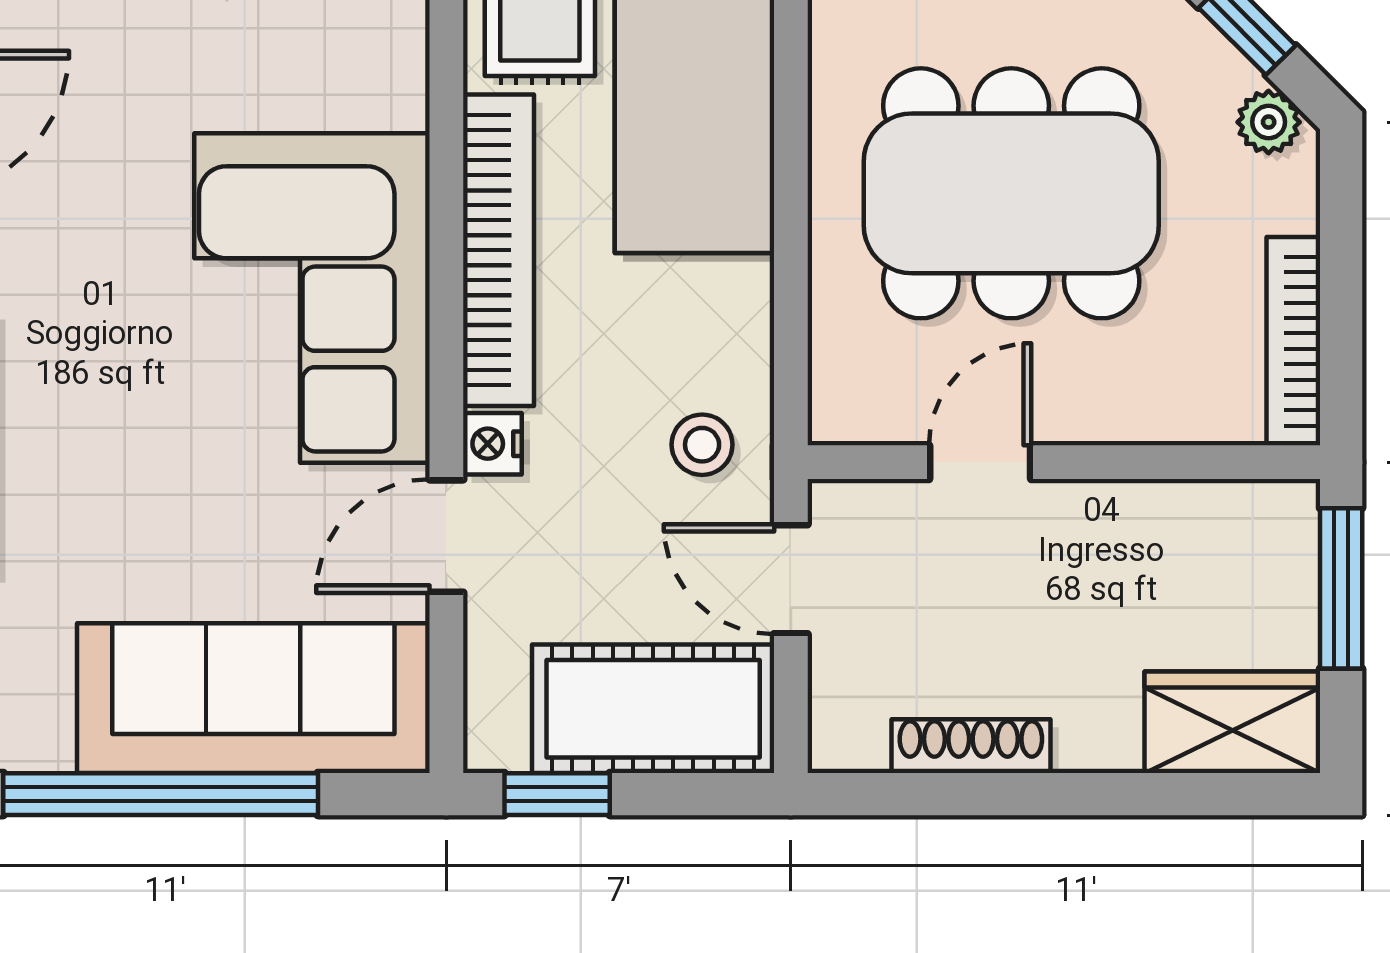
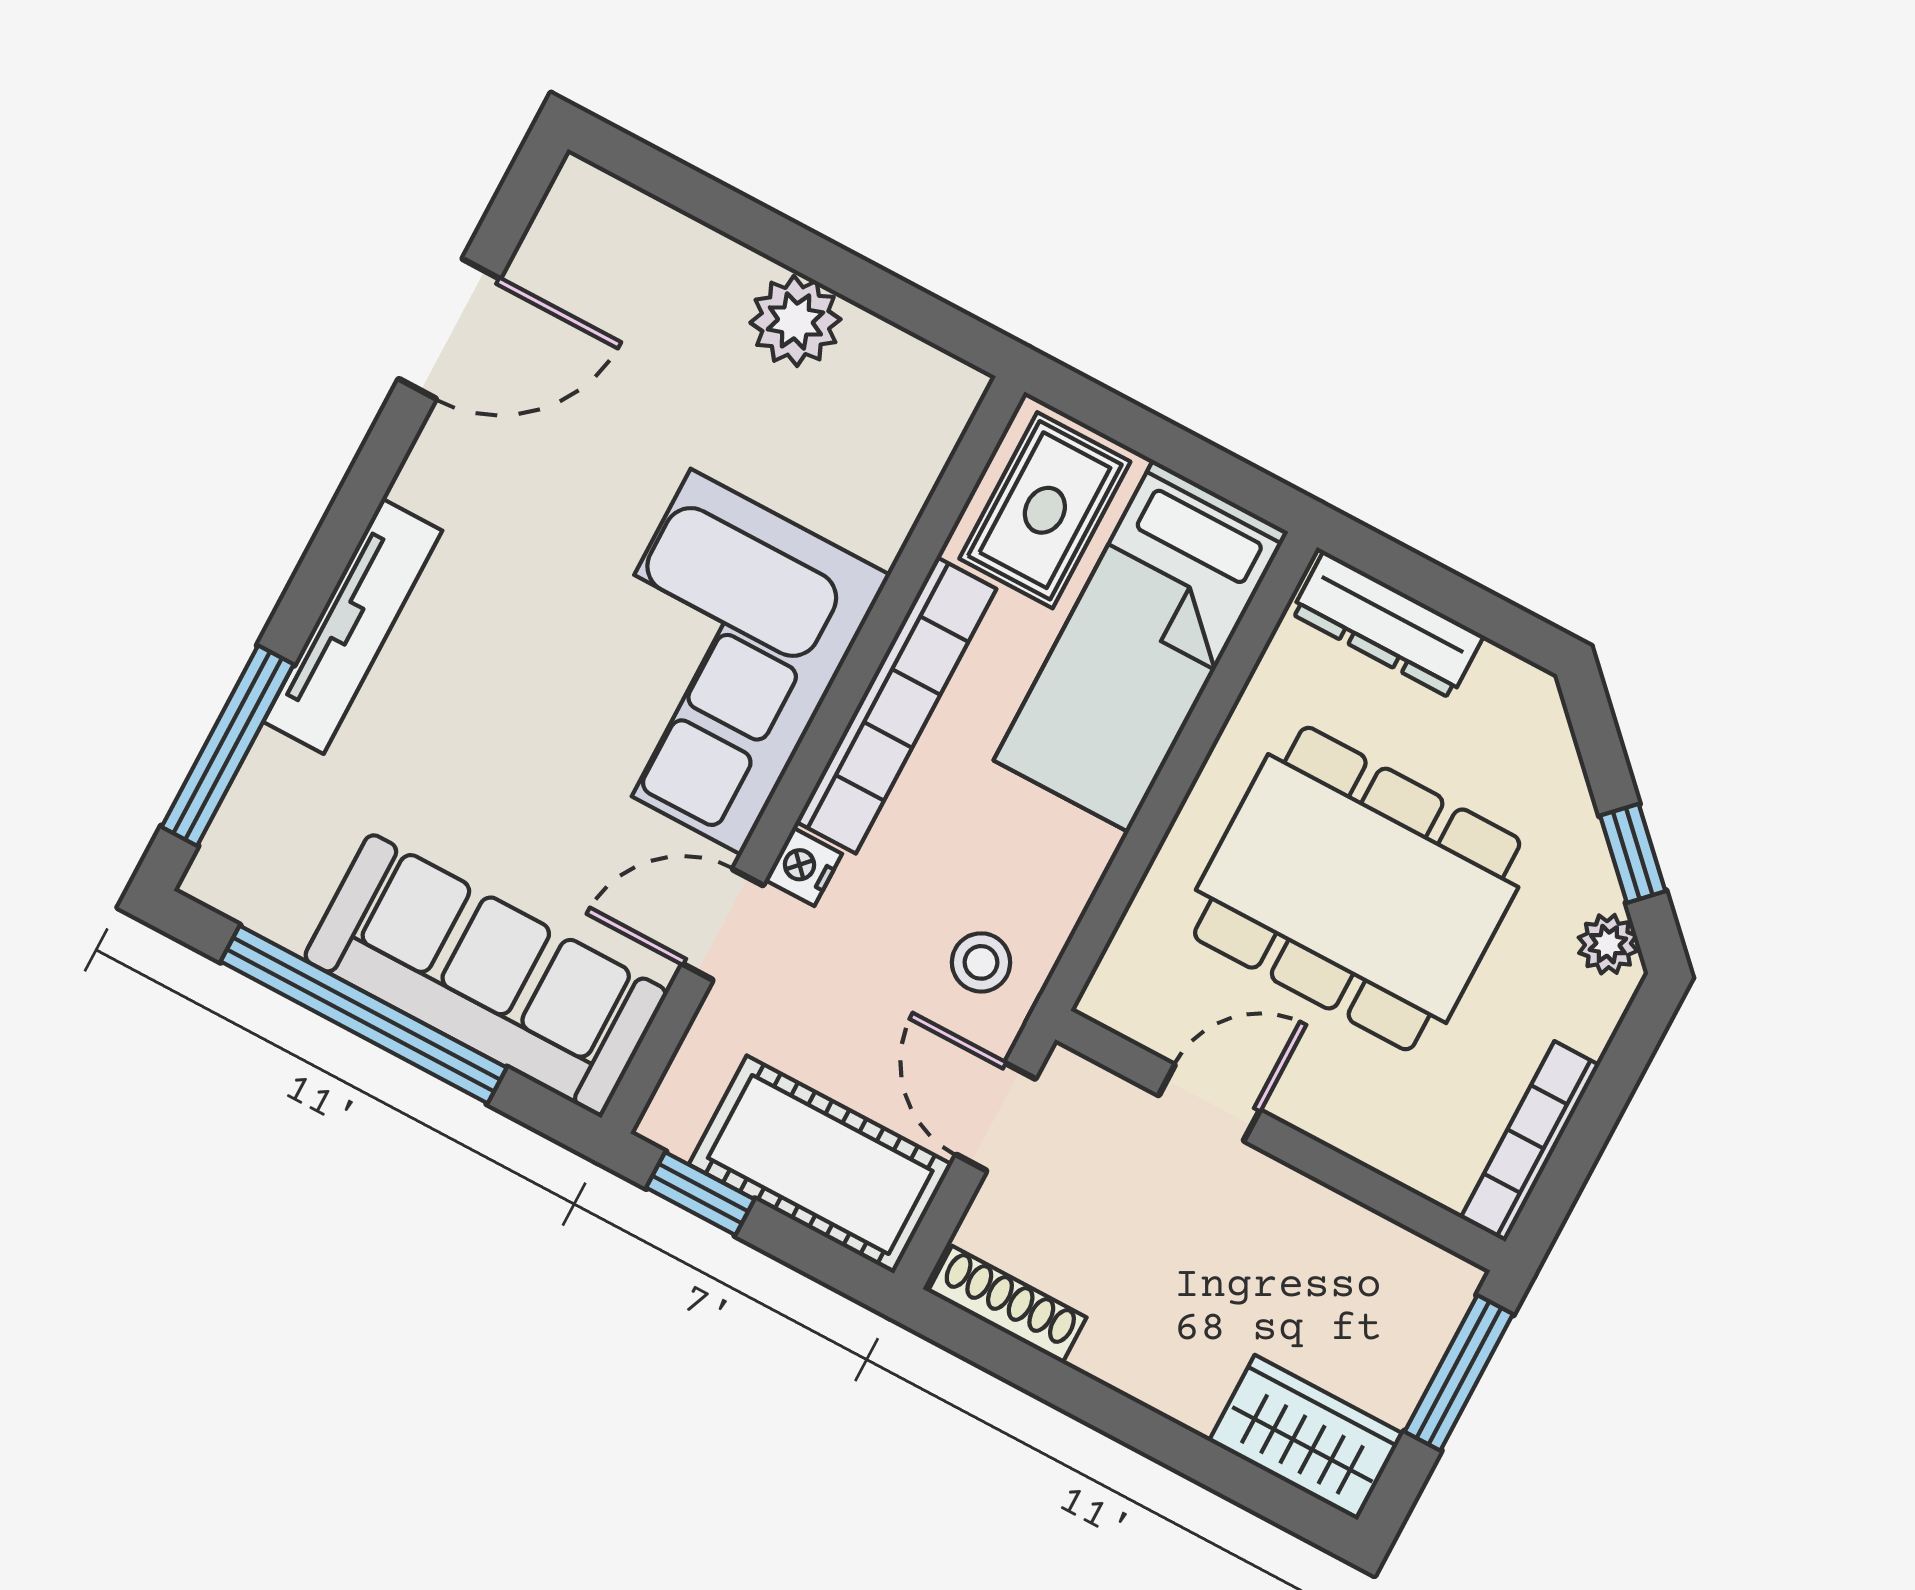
shoe rack: (971, 746) -> (1007, 1304), moved

